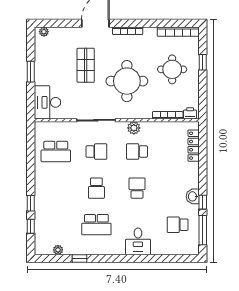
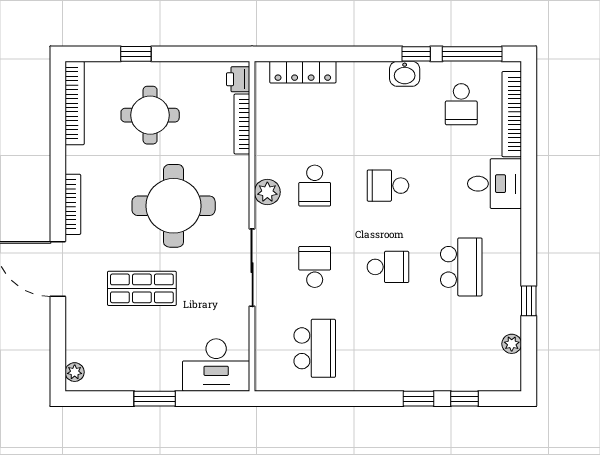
bookcase: (173, 250) -> (512, 114), added

